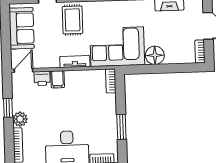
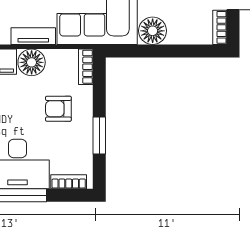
floor lamp: (74, 79) -> (32, 62), added
armchair: (93, 110) -> (58, 109), added

